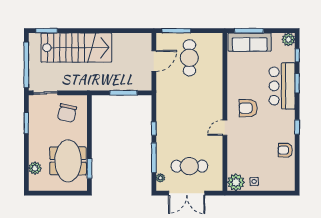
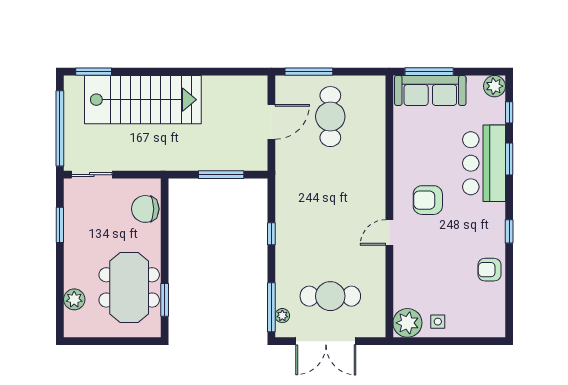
chair: (67, 113) -> (145, 209), moved, turned 78
window: (154, 158) -> (271, 307), moved

